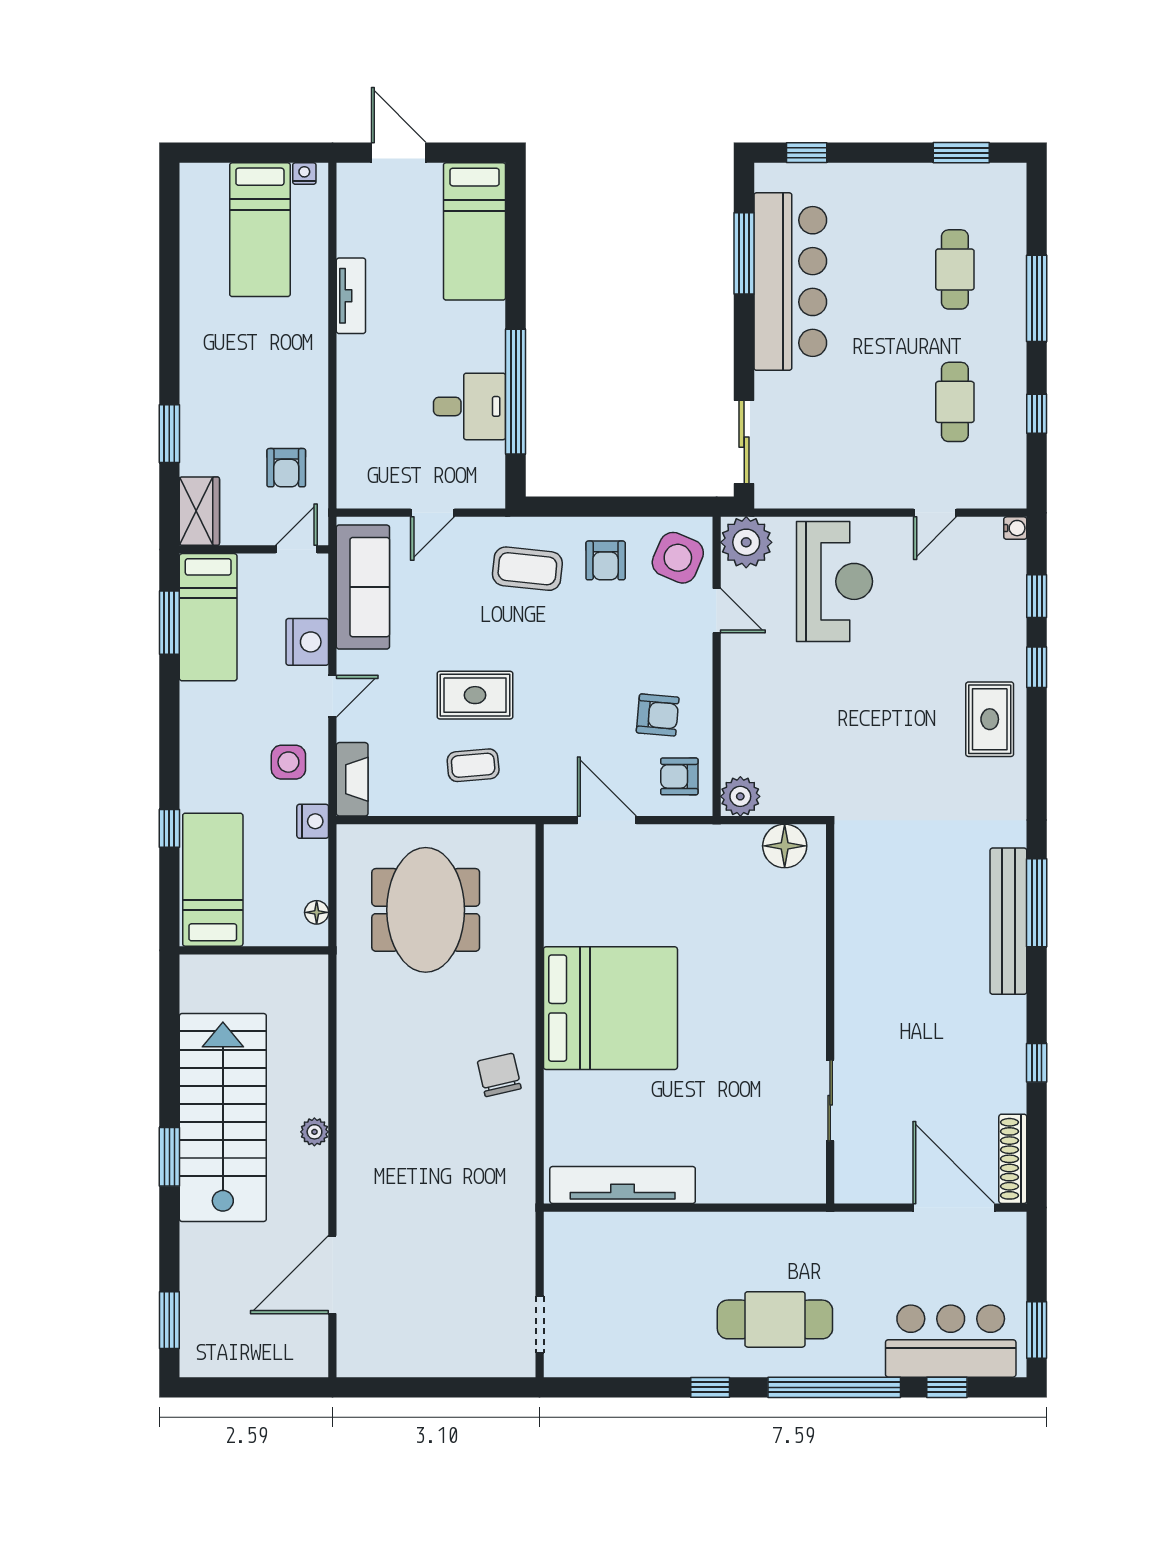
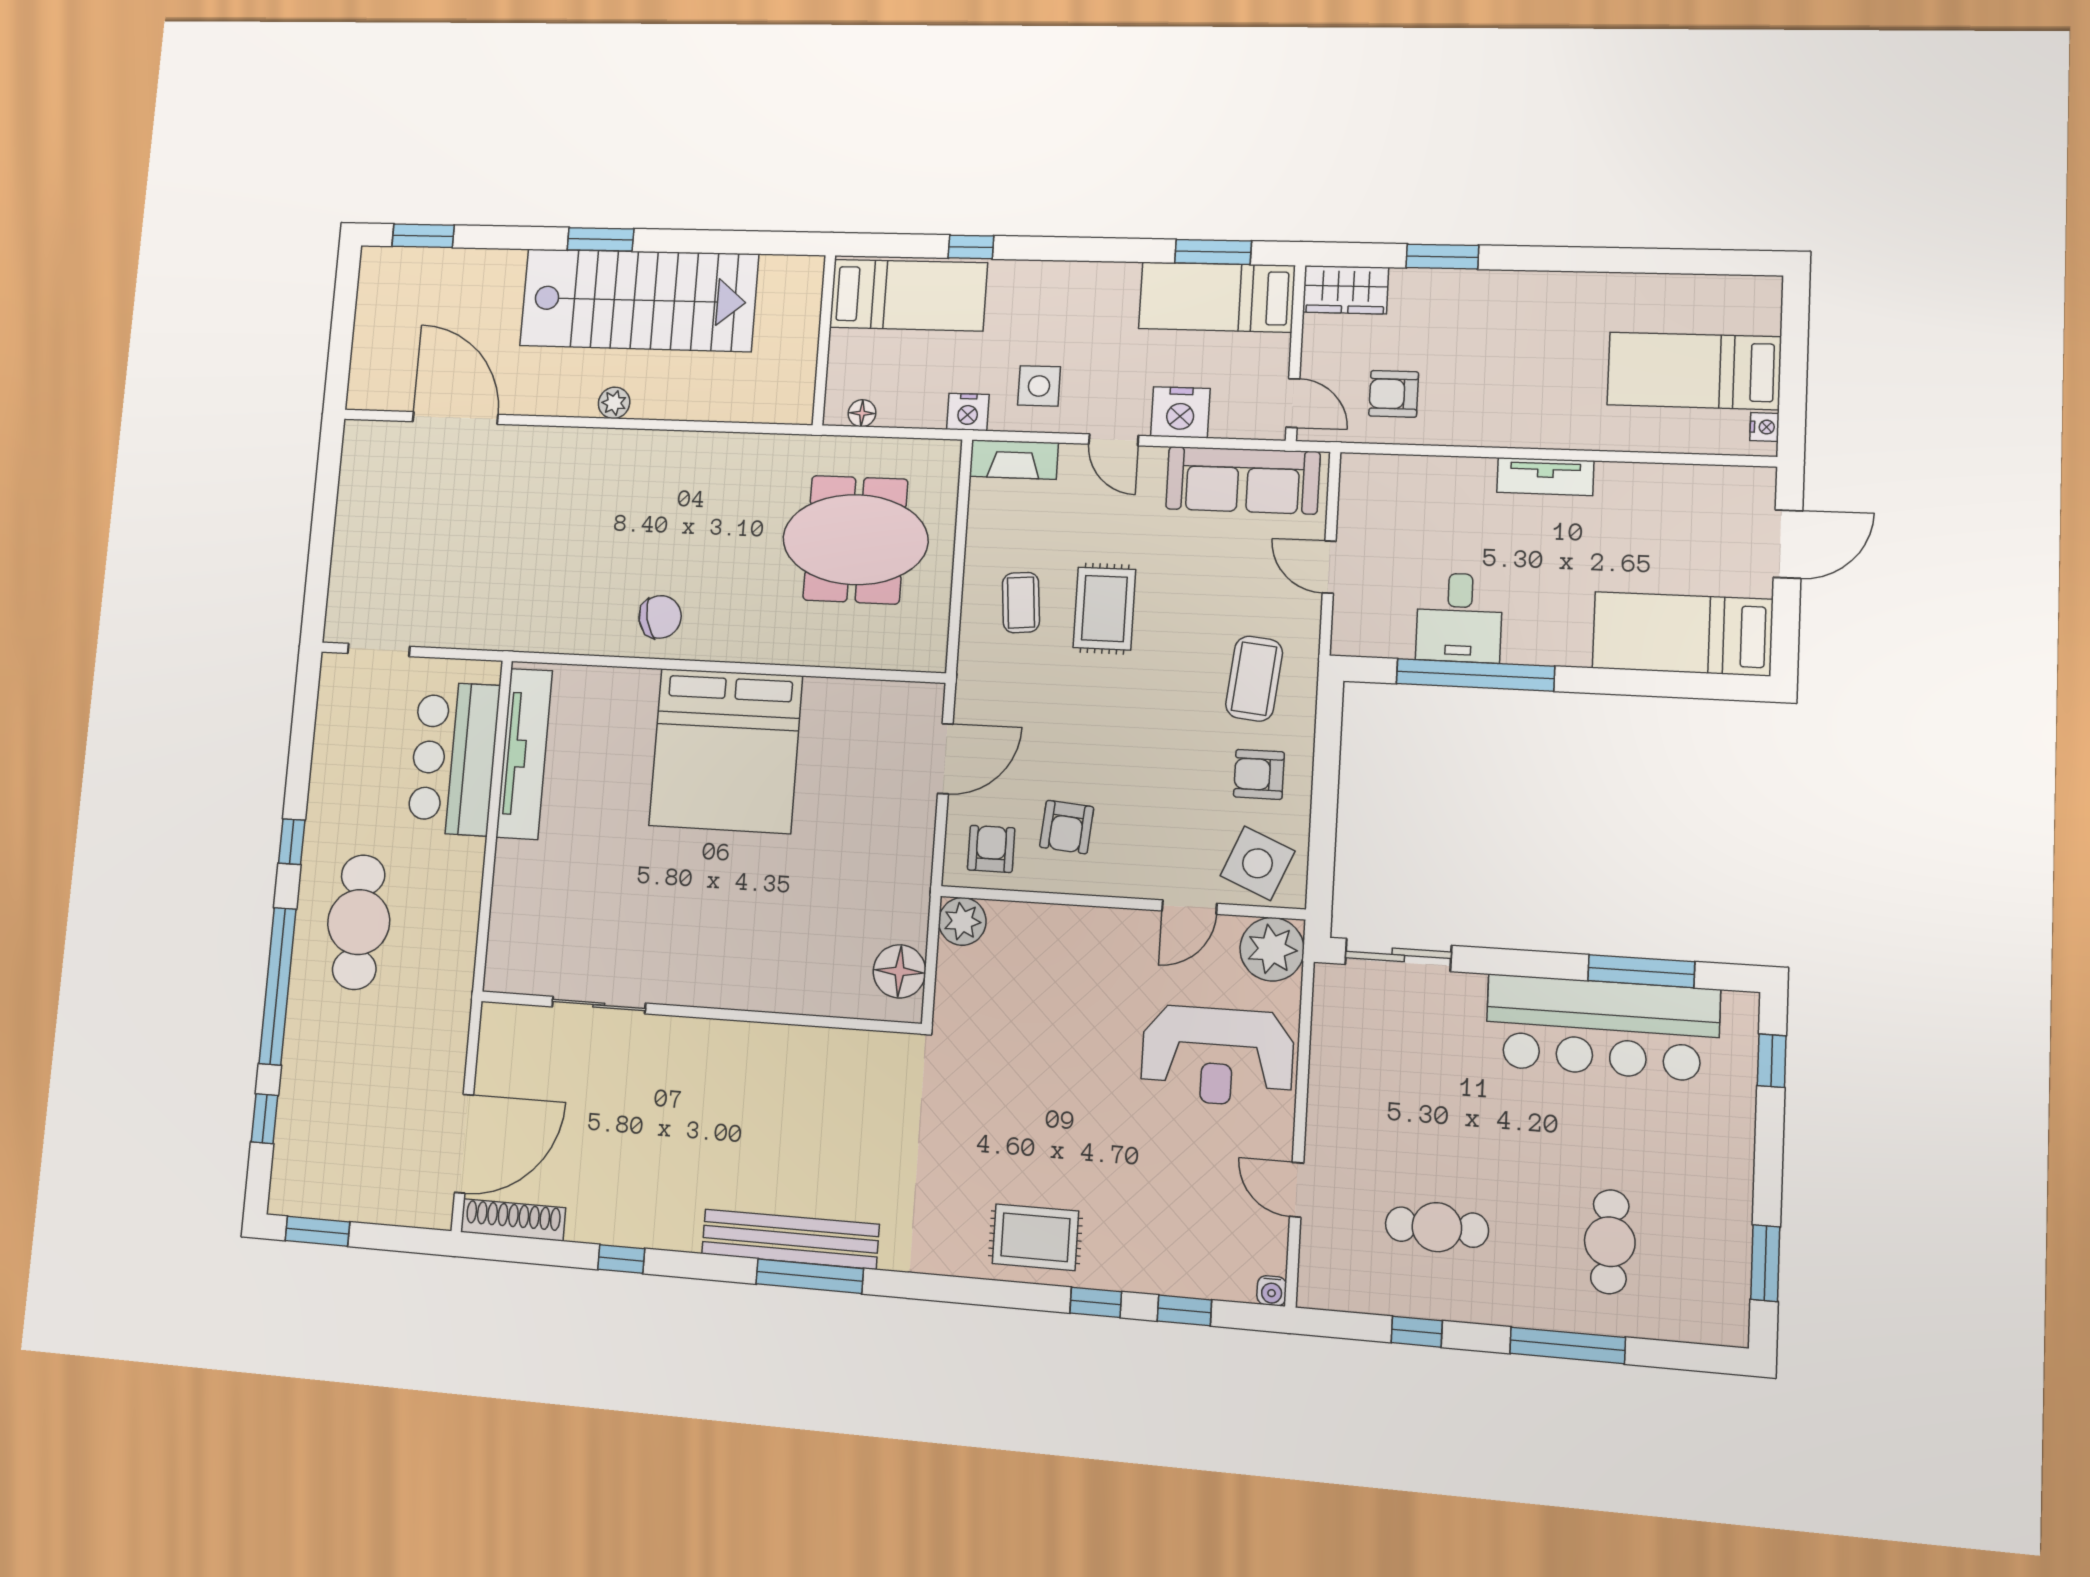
cafe table: (955, 269) -> (1610, 1242), turned 90
tv unit: (351, 296) -> (1545, 477), moved
bar counter: (951, 1341) -> (454, 758), moved, turned 180

